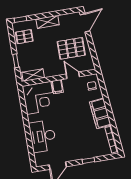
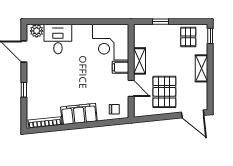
shelving: (33, 75) -> (140, 61), moved
door: (73, 75) -> (131, 88), hinge flipped
desk: (43, 136) -> (58, 39), width x0.73
plant: (40, 158) -> (37, 31), added

